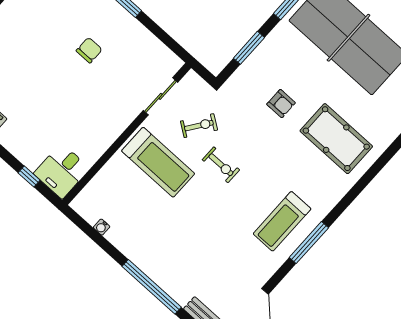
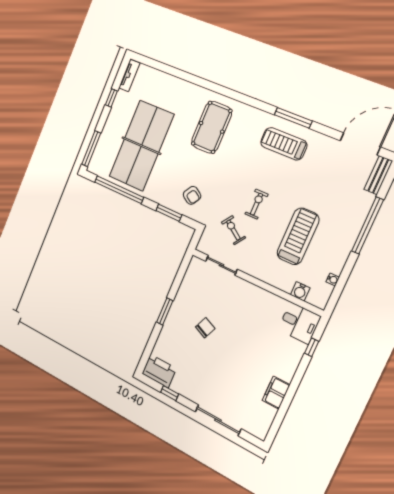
chair: (89, 50) -> (205, 328), turned 114
armchair: (281, 104) -> (192, 195), moved, turned 122
treadmill: (158, 162) -> (298, 236), moved
water cooler: (99, 184) -> (300, 291), added
treadmill: (282, 221) -> (284, 144), turned 180

